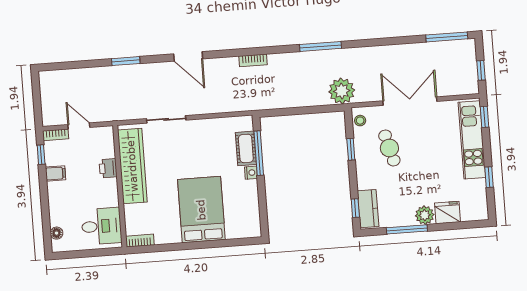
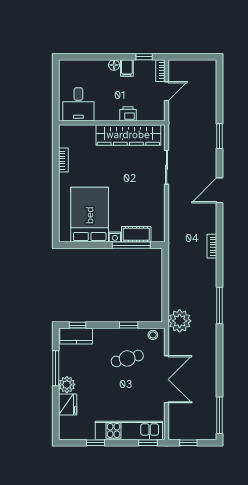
bed: (201, 210) -> (90, 215), moved, turned -90
floor lamp: (57, 233) -> (114, 65), moved
bookcase: (140, 241) -> (63, 160), moved

